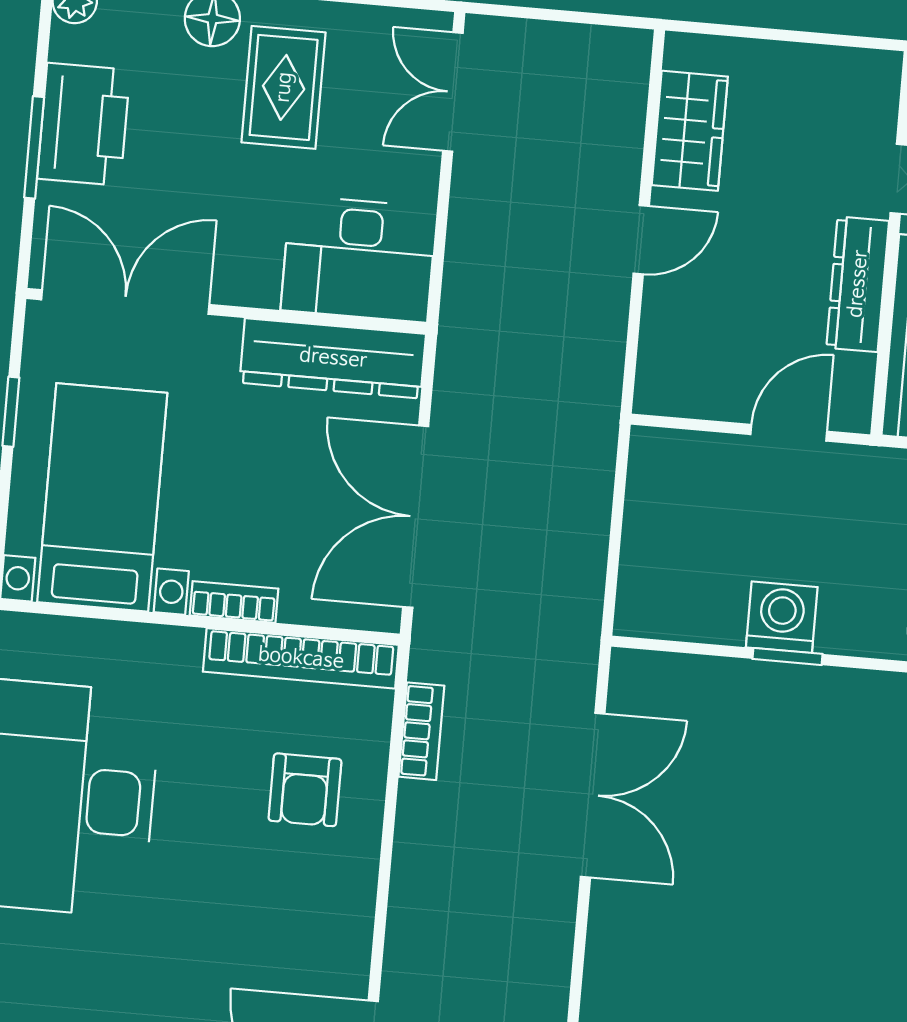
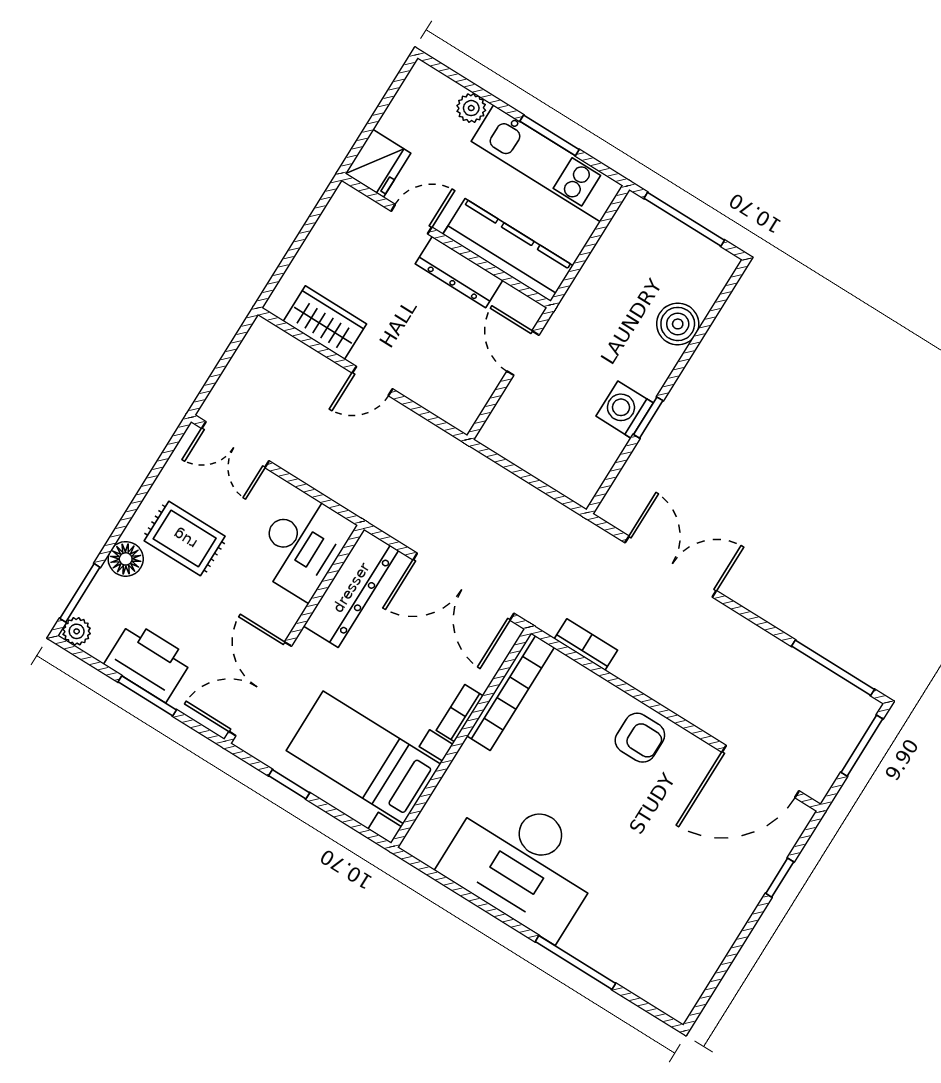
door: (641, 240) -> (372, 381), swing flipped
armchair: (305, 790) -> (640, 738), moved

